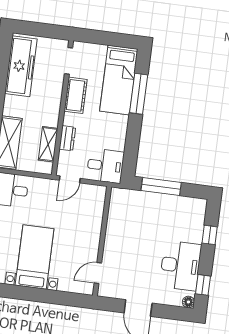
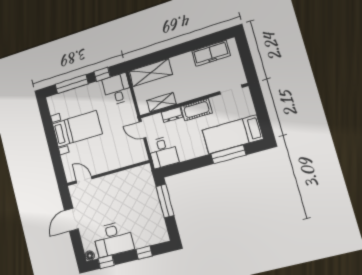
freezer: (21, 66) -> (211, 53), width x0.73, depth x0.79
cot: (76, 95) -> (196, 110), moved

